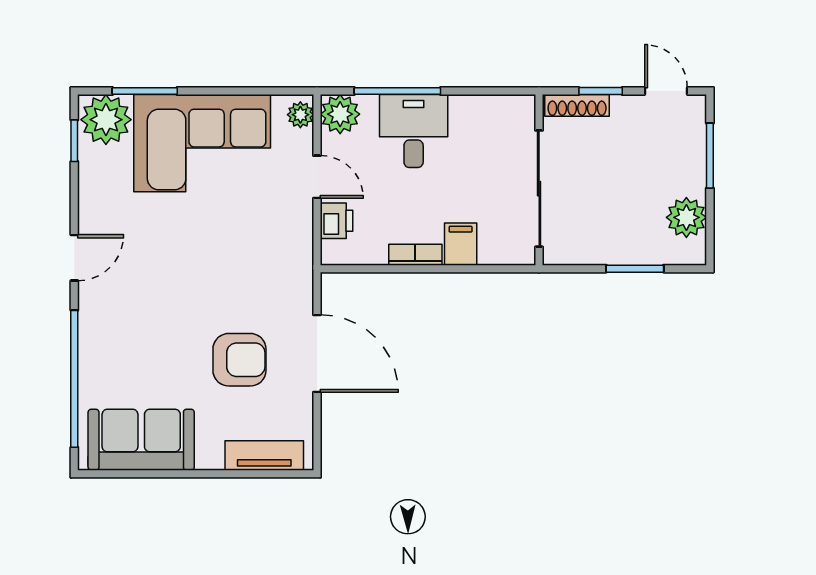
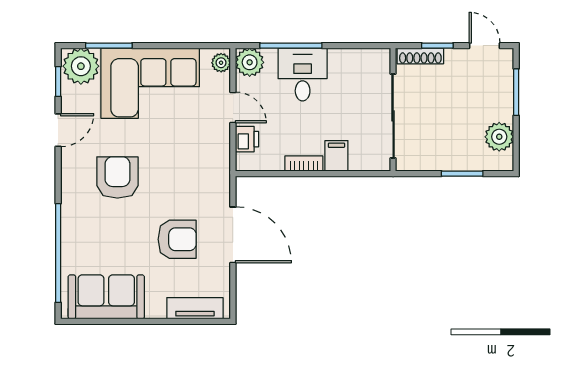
door: (74, 258) -> (58, 130), moved
armchair: (157, 274) -> (117, 177), added

